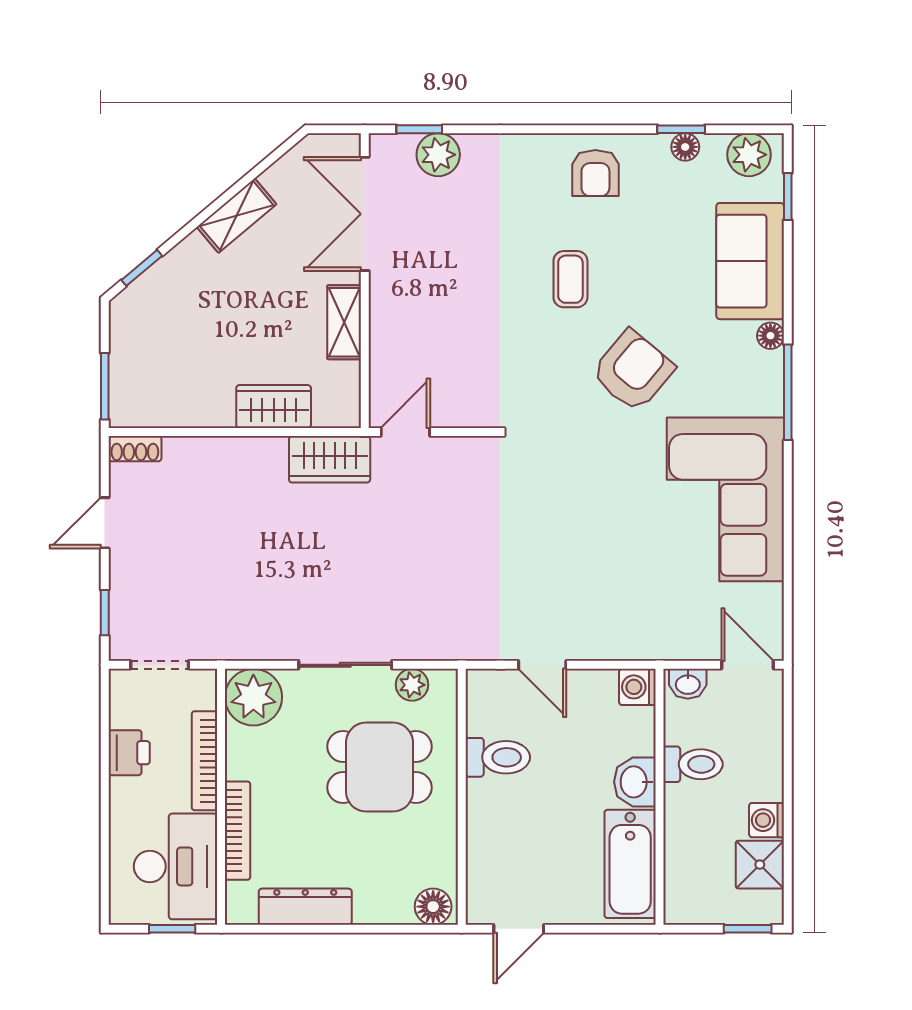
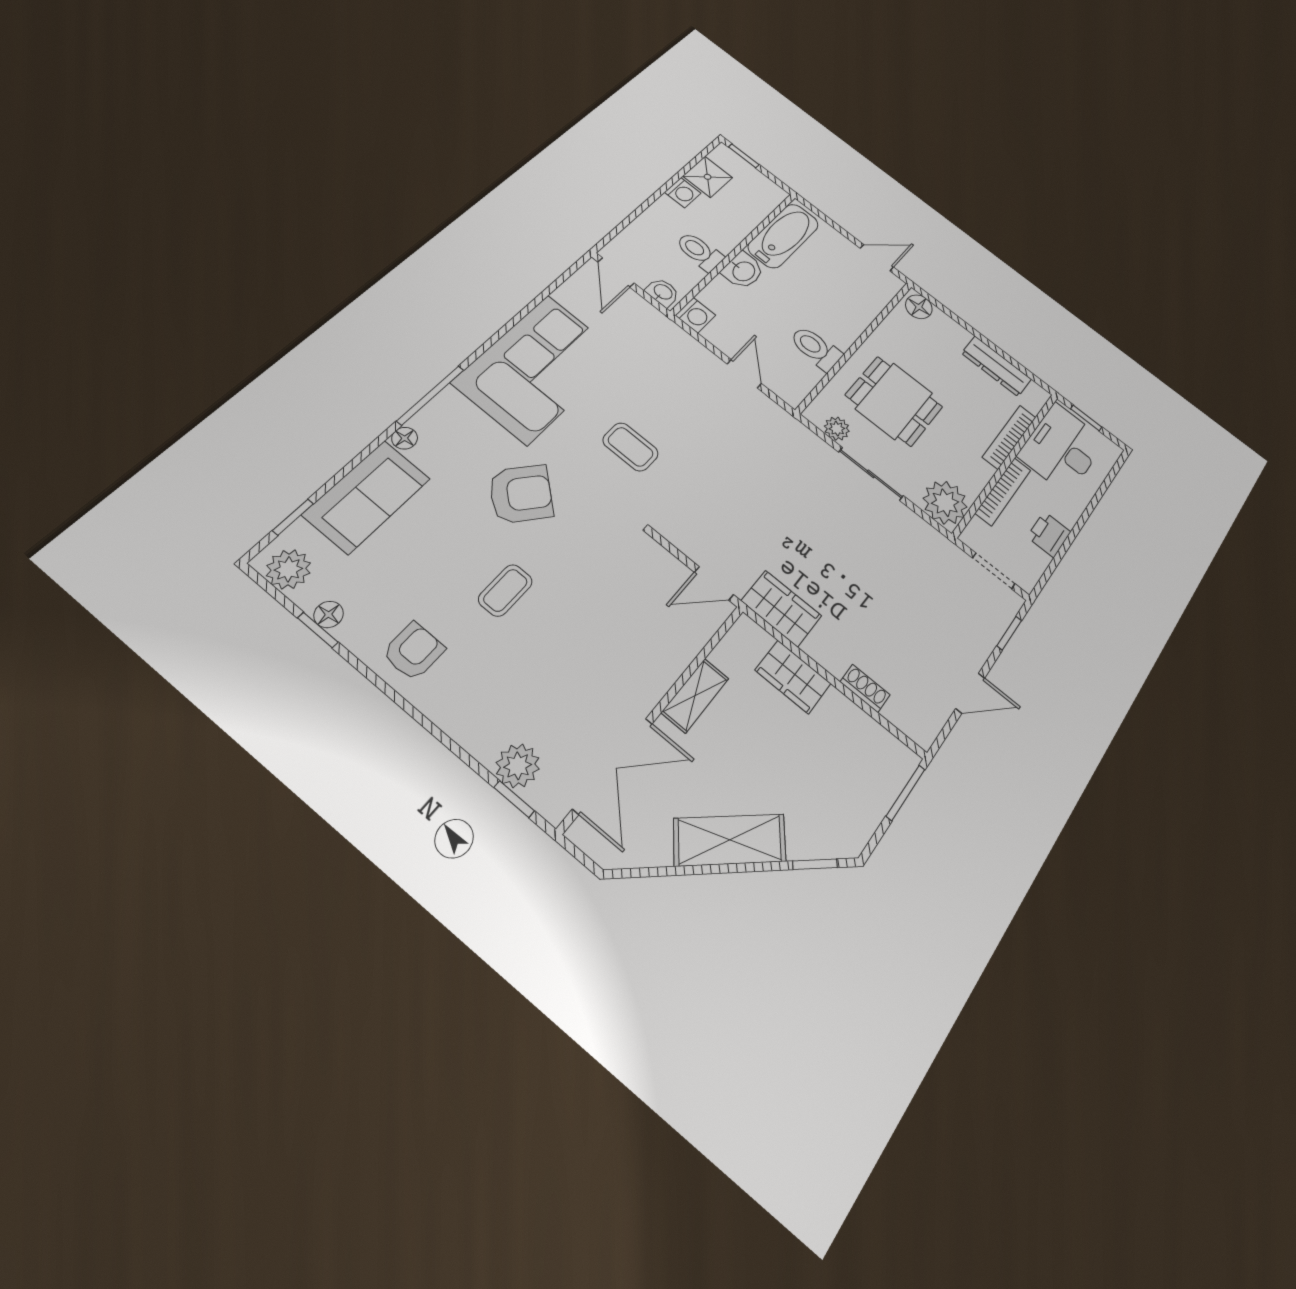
shelving: (237, 216) -> (730, 840), width x1.50, depth x1.33
armchair: (633, 371) -> (521, 494), turned 180
shoe rack: (135, 449) -> (865, 688), moved
coffee table: (581, 496) -> (631, 447), added

